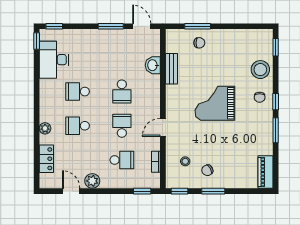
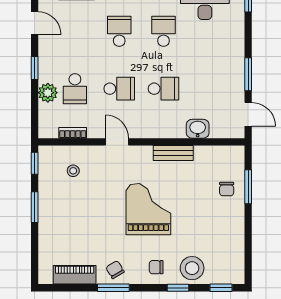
door: (142, 26) -> (248, 114), hinge flipped
bench: (172, 69) -> (173, 153), moved
school desk: (122, 92) -> (164, 89), turned 180
window: (276, 102) -> (178, 288), moved
chair: (207, 170) -> (115, 270), moved
piano: (265, 172) -> (75, 275), moved
plant: (92, 181) -> (48, 93), moved
door: (71, 191) -> (35, 23), hinge flipped
window: (142, 191) -> (35, 68), moved

